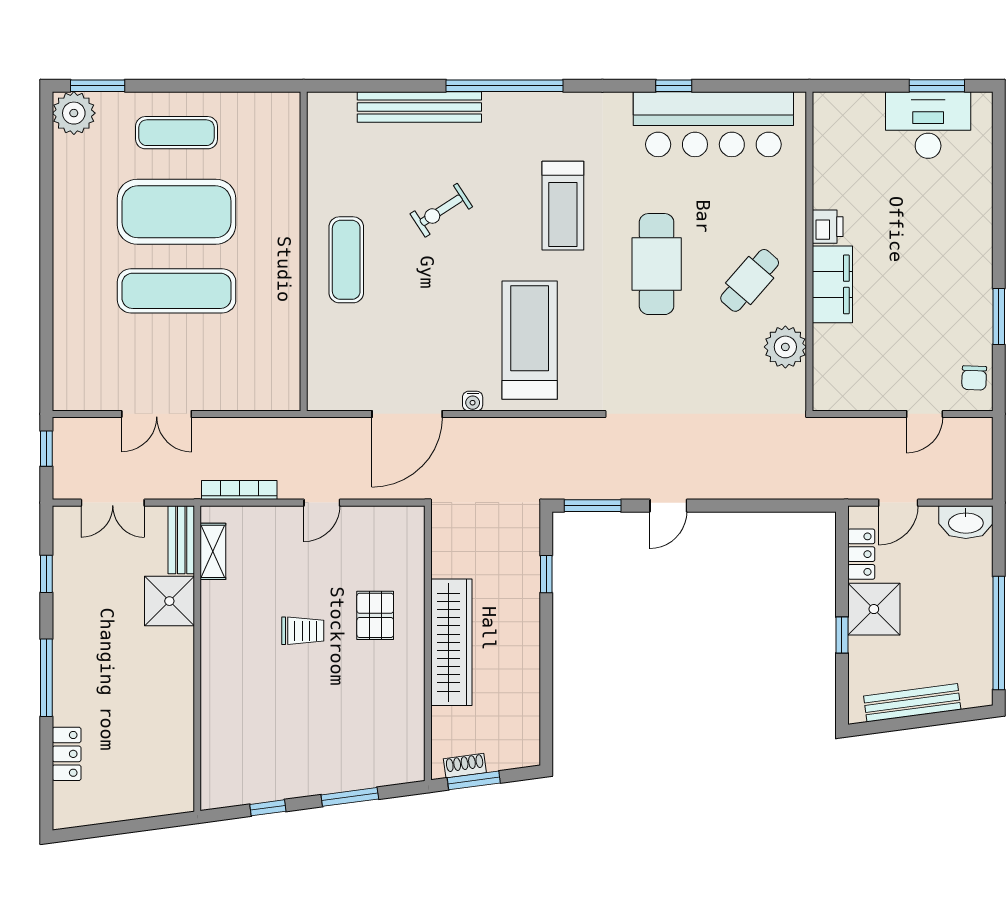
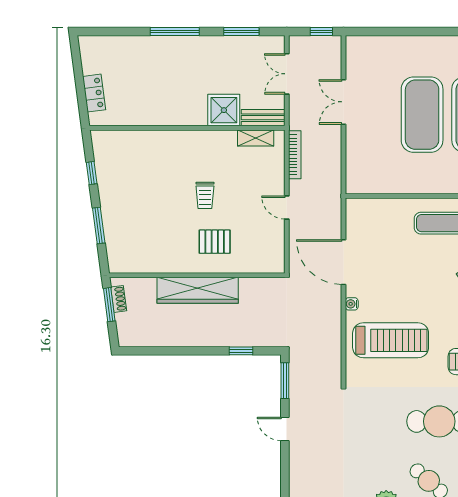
exercise mat: (177, 291) -> (422, 115), width x1.47
window: (46, 574) -> (241, 31), width x1.50
locker: (67, 754) -> (94, 93), moved, turned -98

